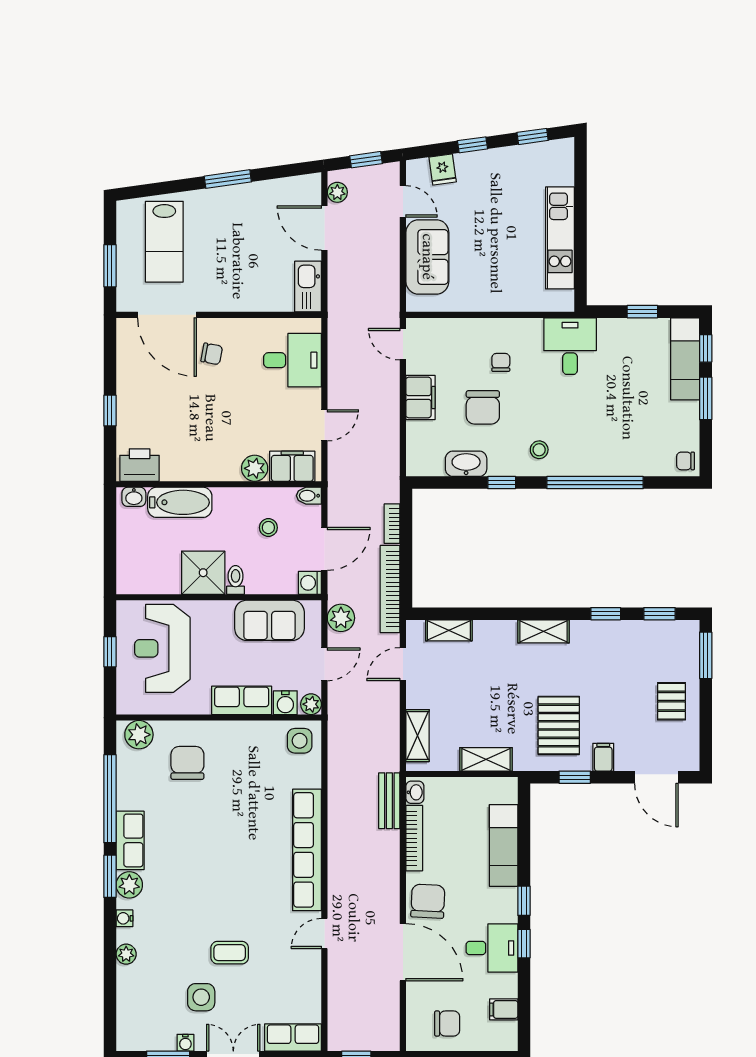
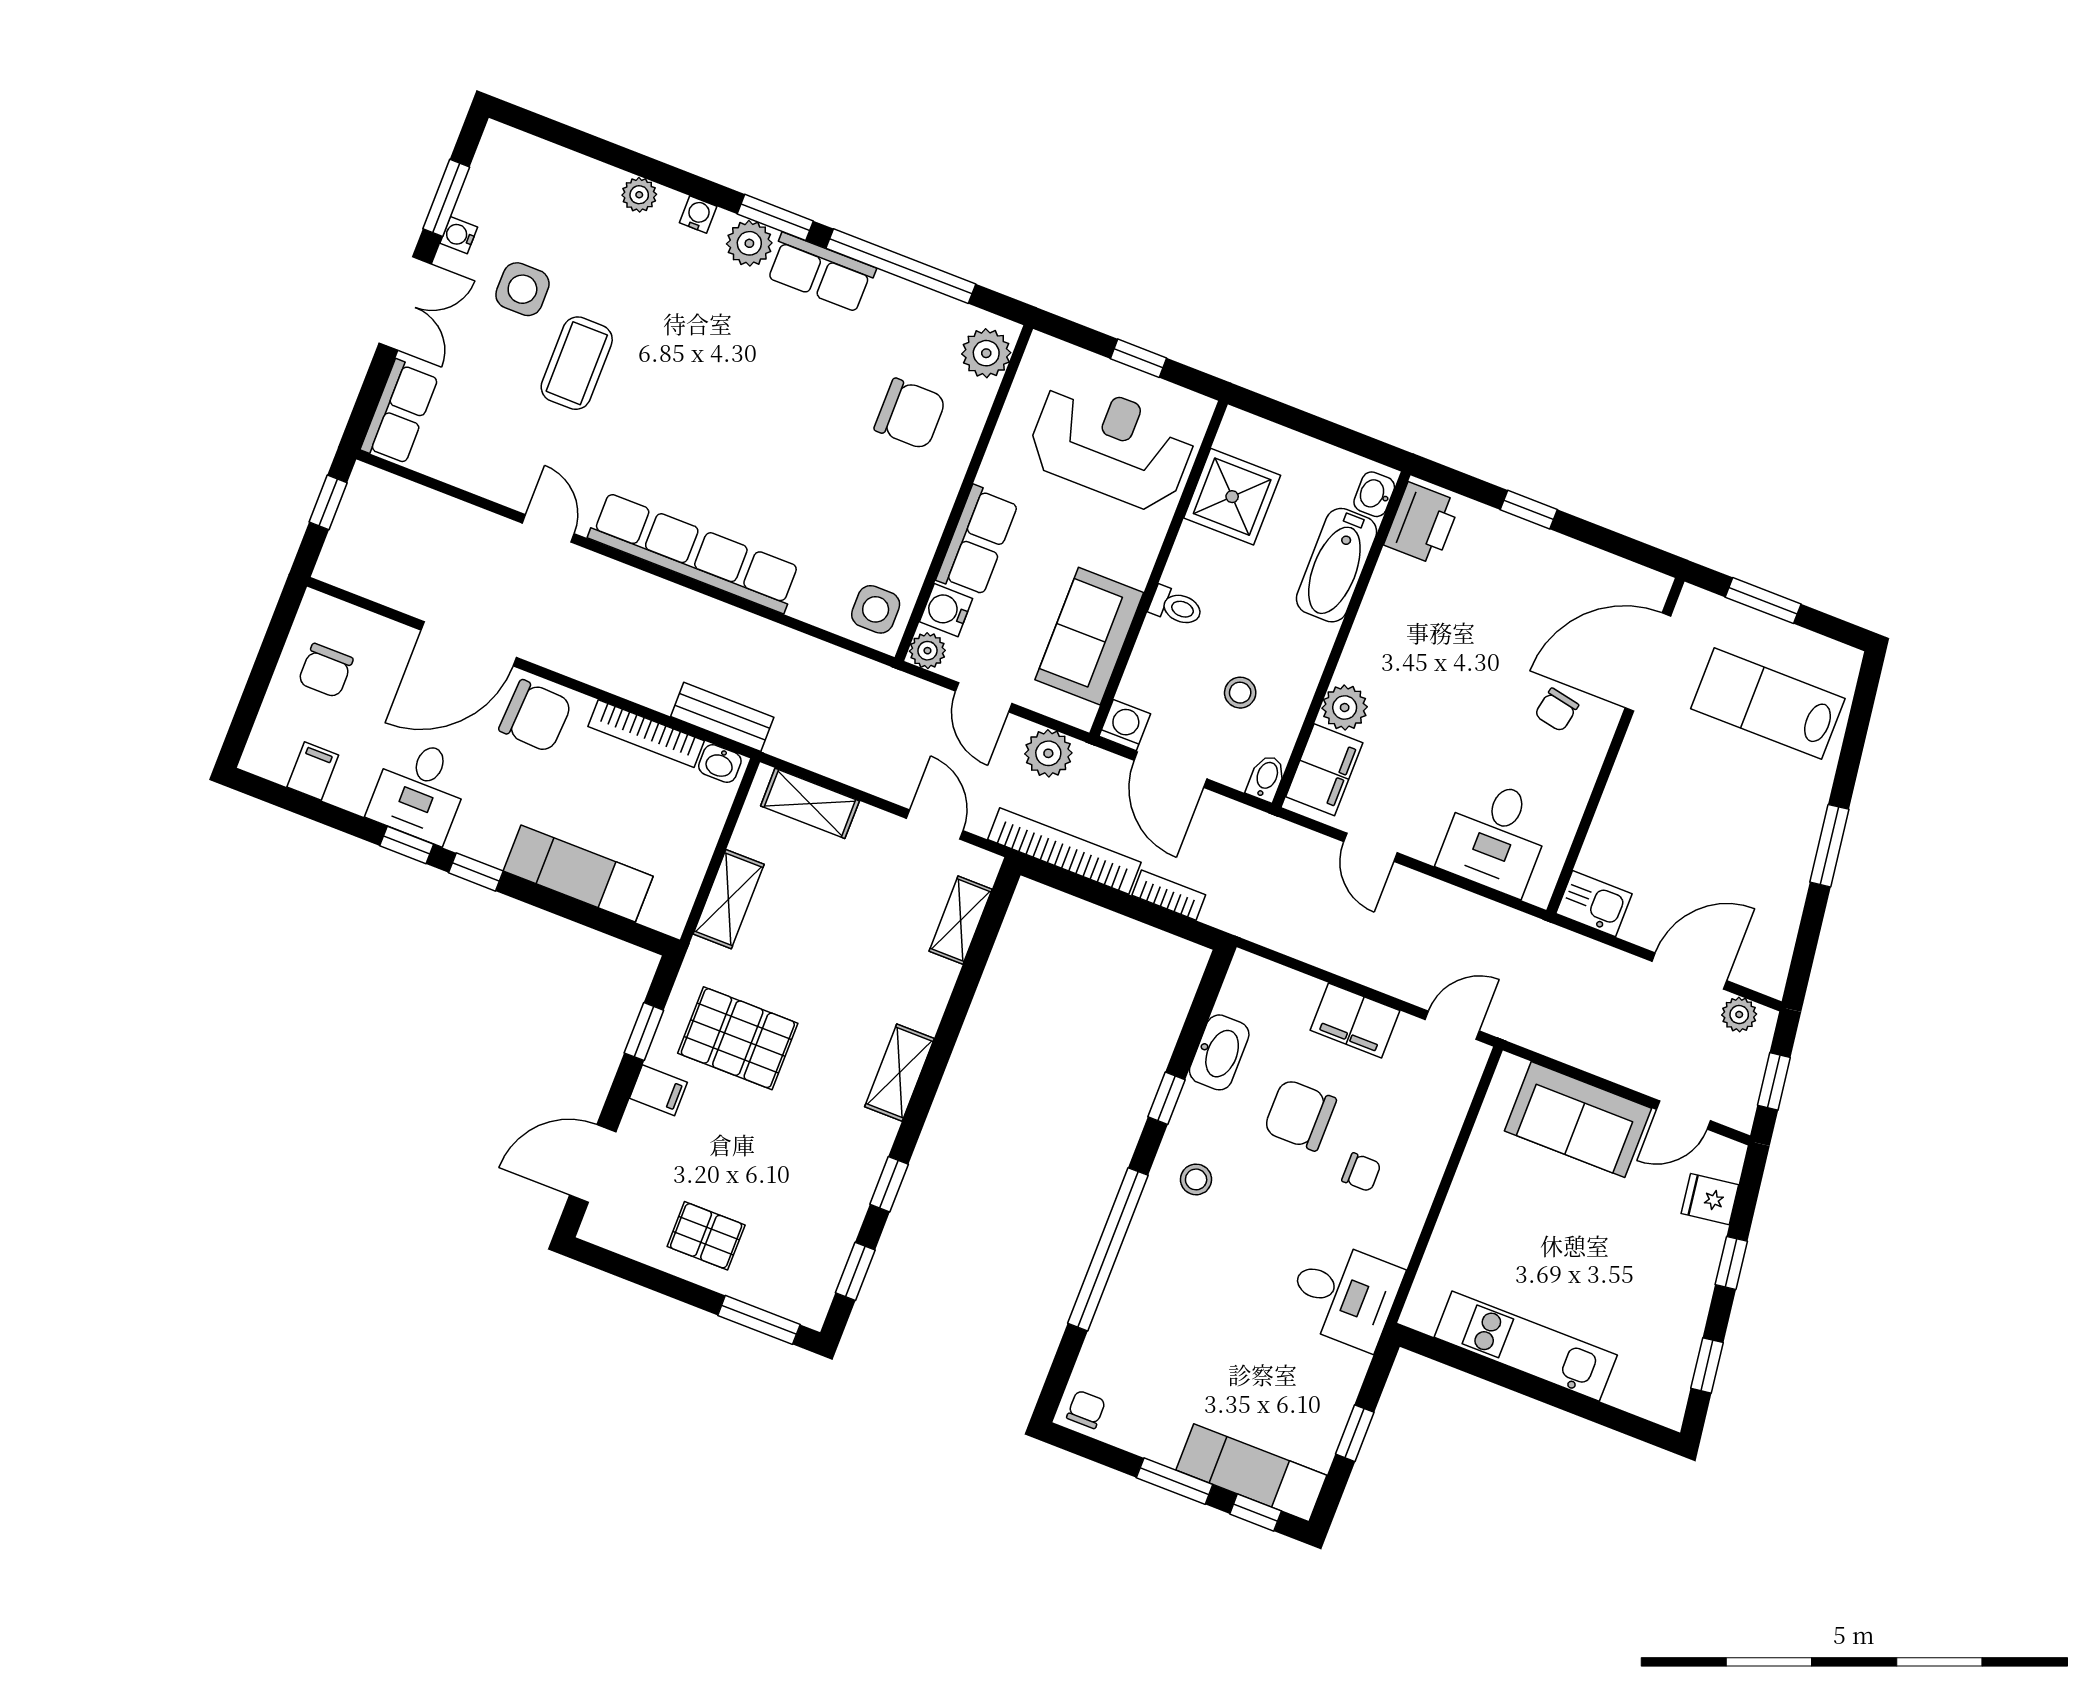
kitchen sink: (308, 287) -> (1594, 904), width x0.73
shower: (203, 573) -> (1232, 497), moved
coffee table: (230, 953) -> (577, 363), width x1.36, depth x1.30

